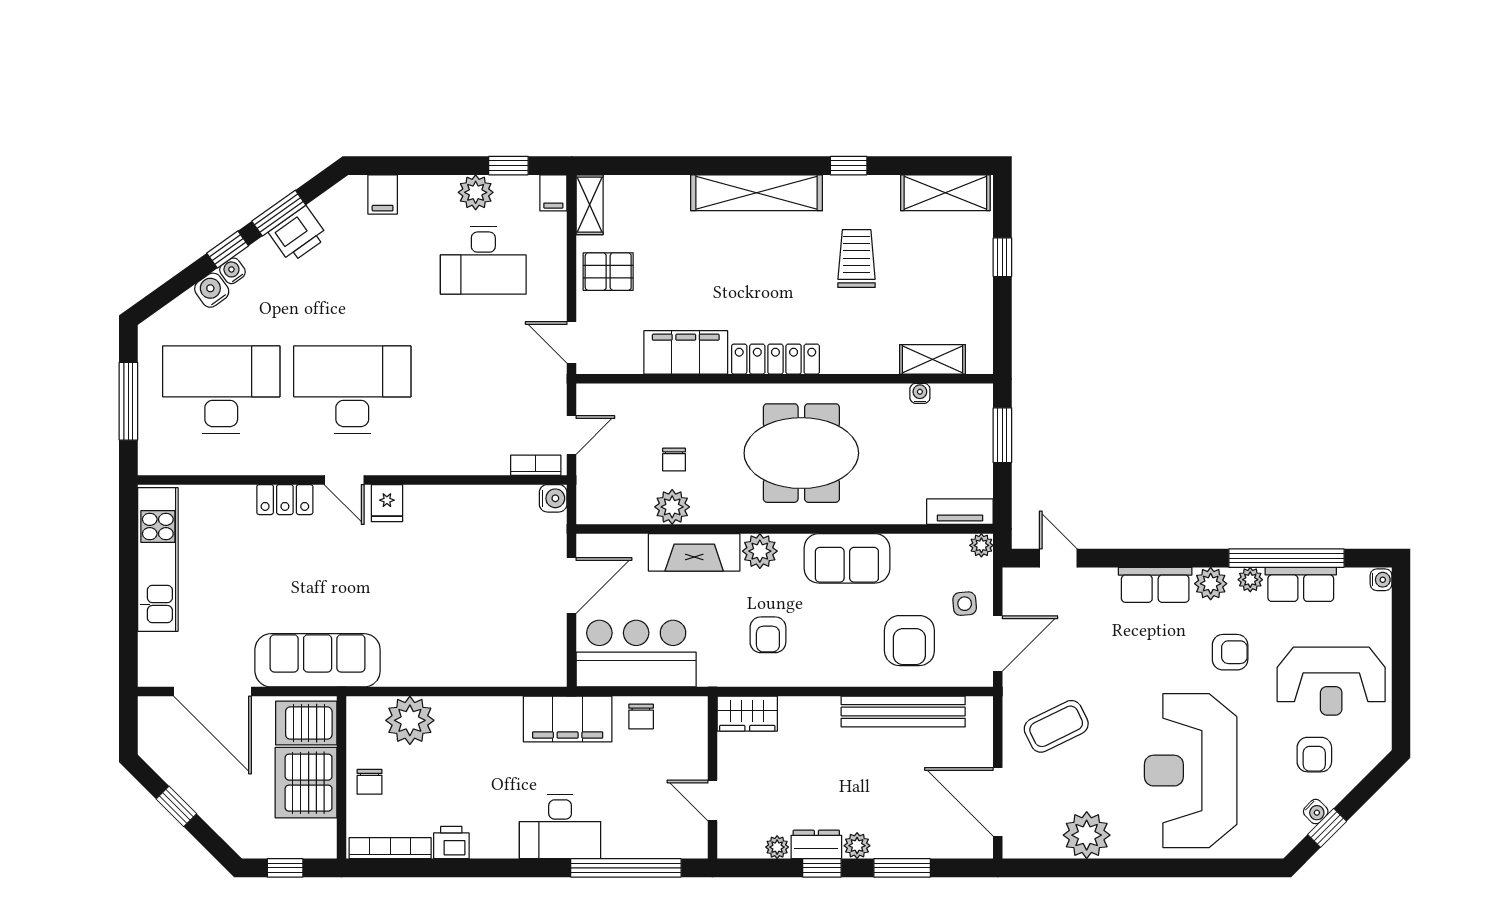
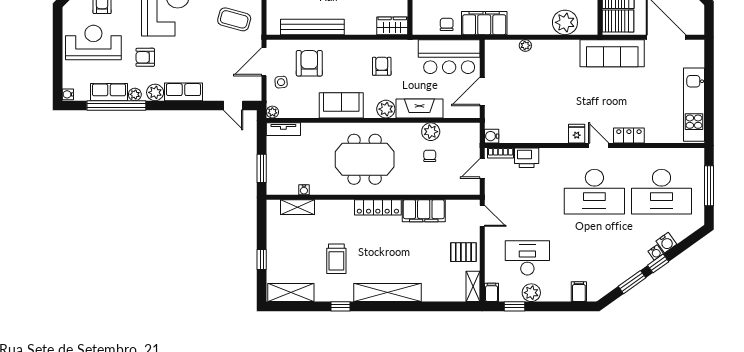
printer: (298, 234) -> (527, 158), moved, turned -145
plant: (487, 675) -> (525, 45), added
coffee table: (1056, 726) -> (234, 19), turned 41

